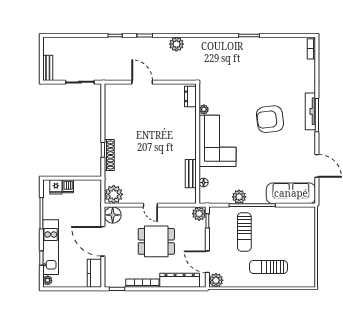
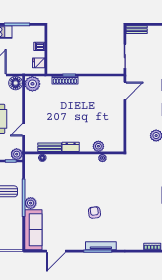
door: (142, 82) -> (125, 91), moved
dresser: (190, 96) -> (71, 147), moved
plant: (190, 114) -> (98, 146), added
armchair: (270, 119) -> (94, 212), width x0.53, depth x0.53
corner sofa: (217, 141) -> (77, 169), removed
fridge: (56, 187) -> (39, 63), moved
plant: (239, 197) -> (31, 203), moved
door: (150, 205) -> (24, 130), moved

